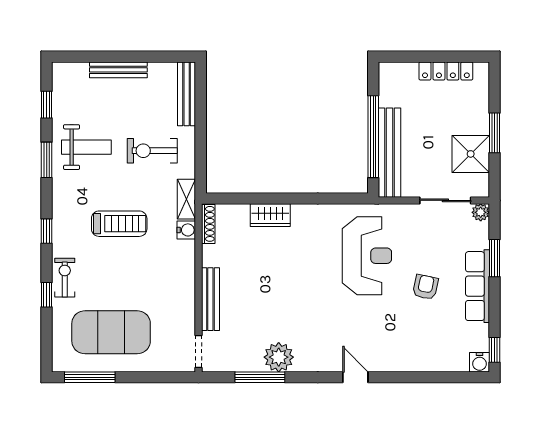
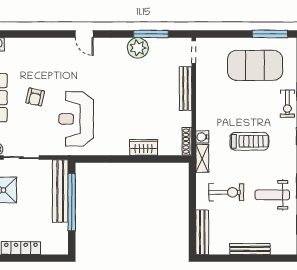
treadmill: (119, 224) -> (249, 141), turned 180

